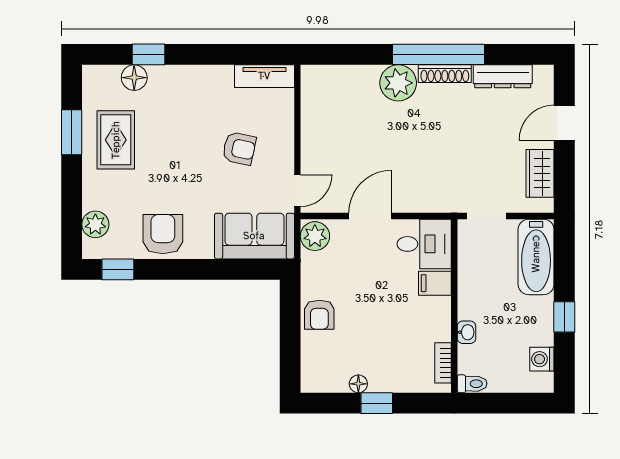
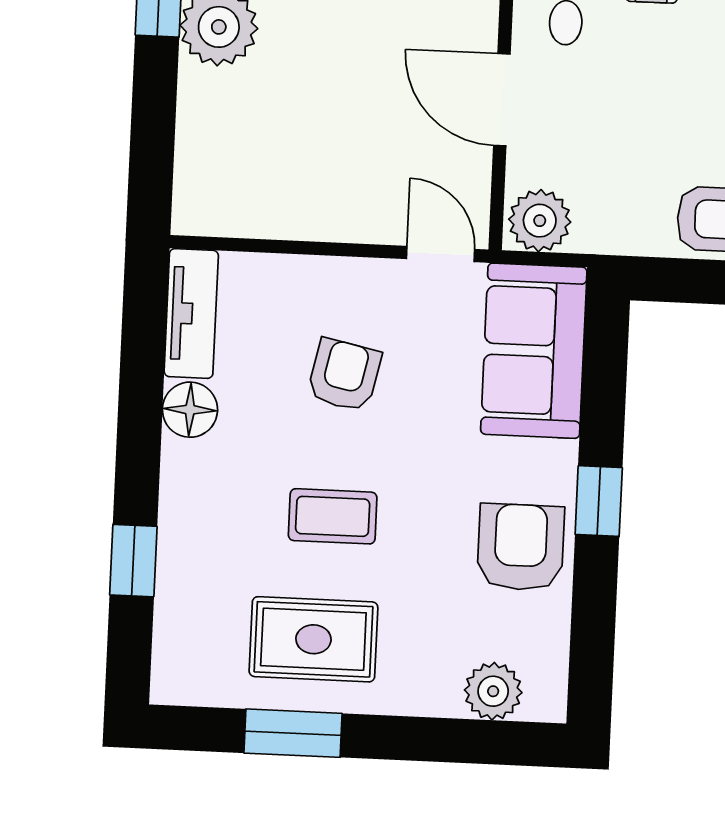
floor lamp: (134, 78) -> (190, 410), moved
coffee table: (173, 146) -> (333, 516), added
armchair: (163, 234) -> (521, 547), turned 90
window: (118, 269) -> (599, 501), moved

